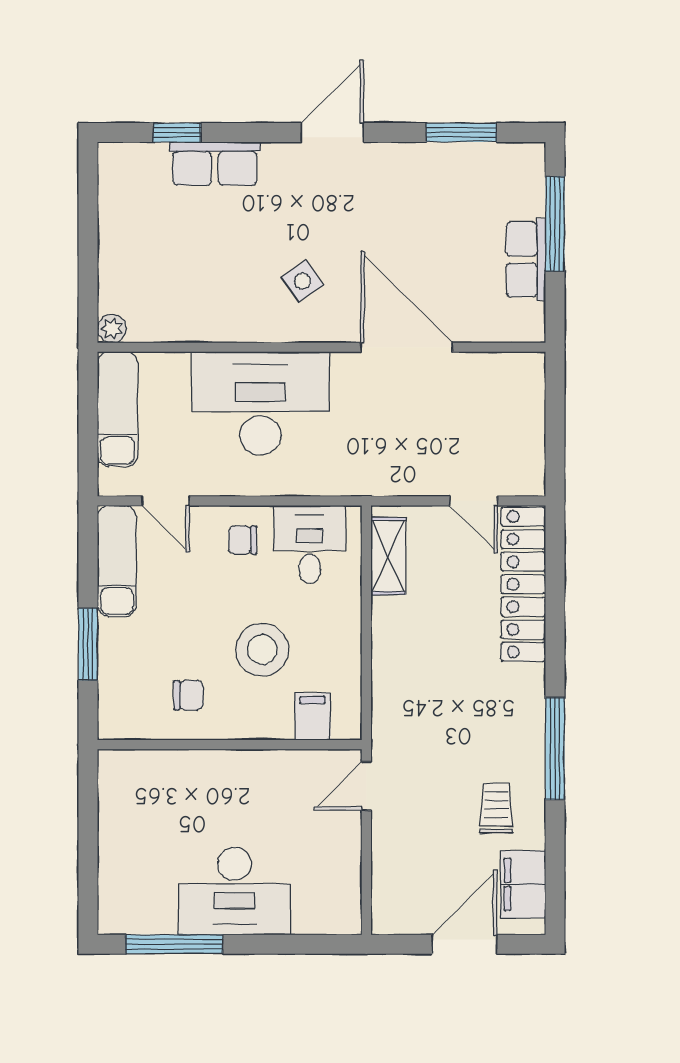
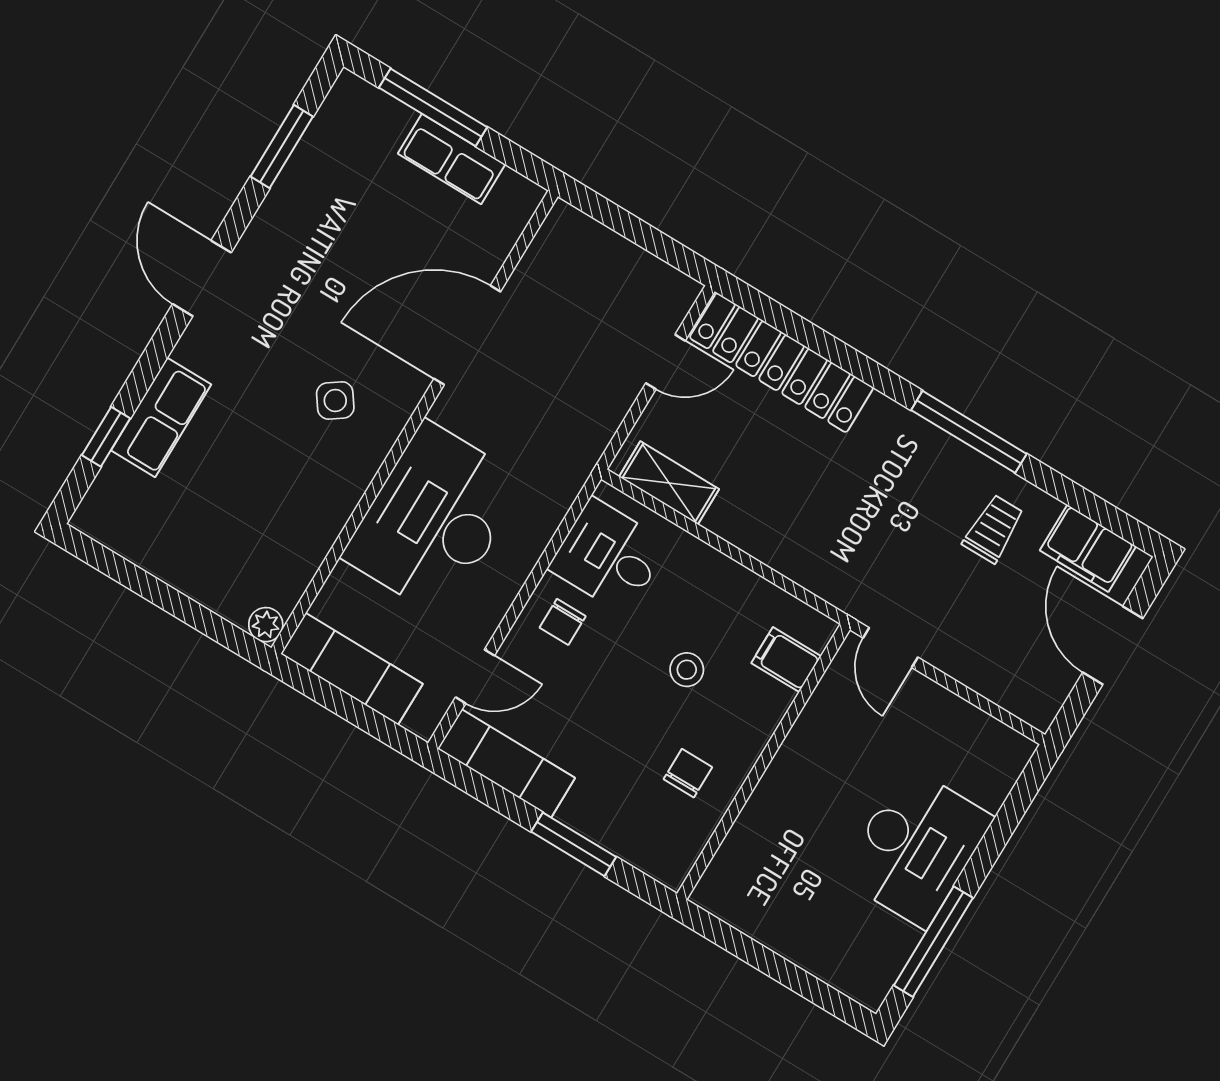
stool: (262, 650) -> (687, 670), width x0.53, depth x0.53
trolley: (496, 808) -> (993, 529), turned 90

